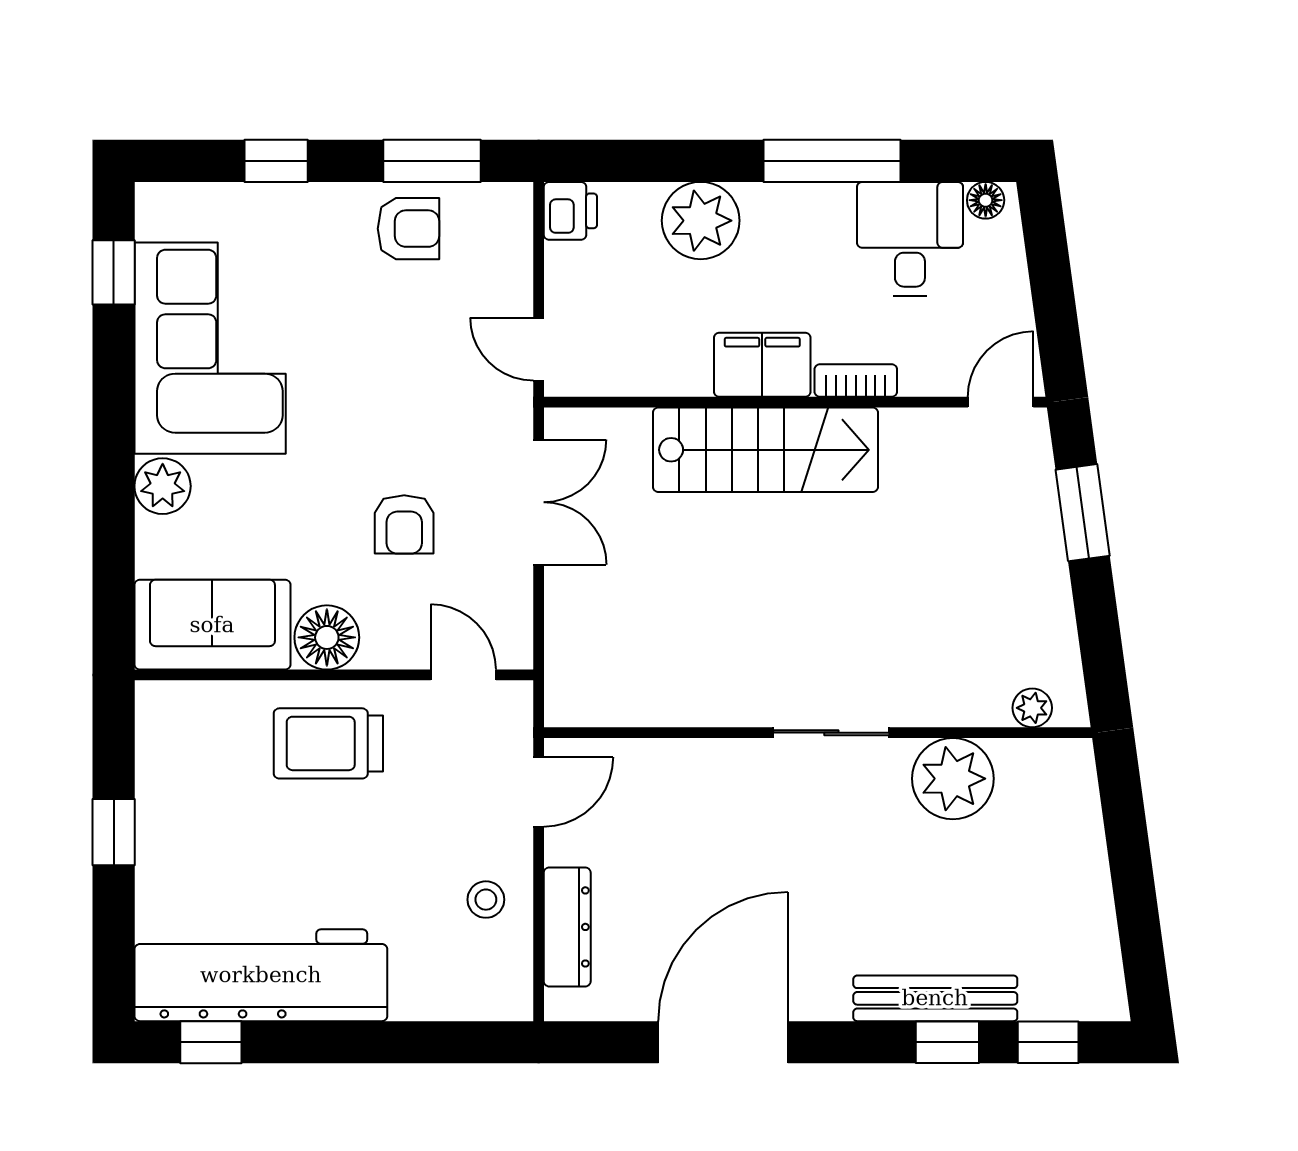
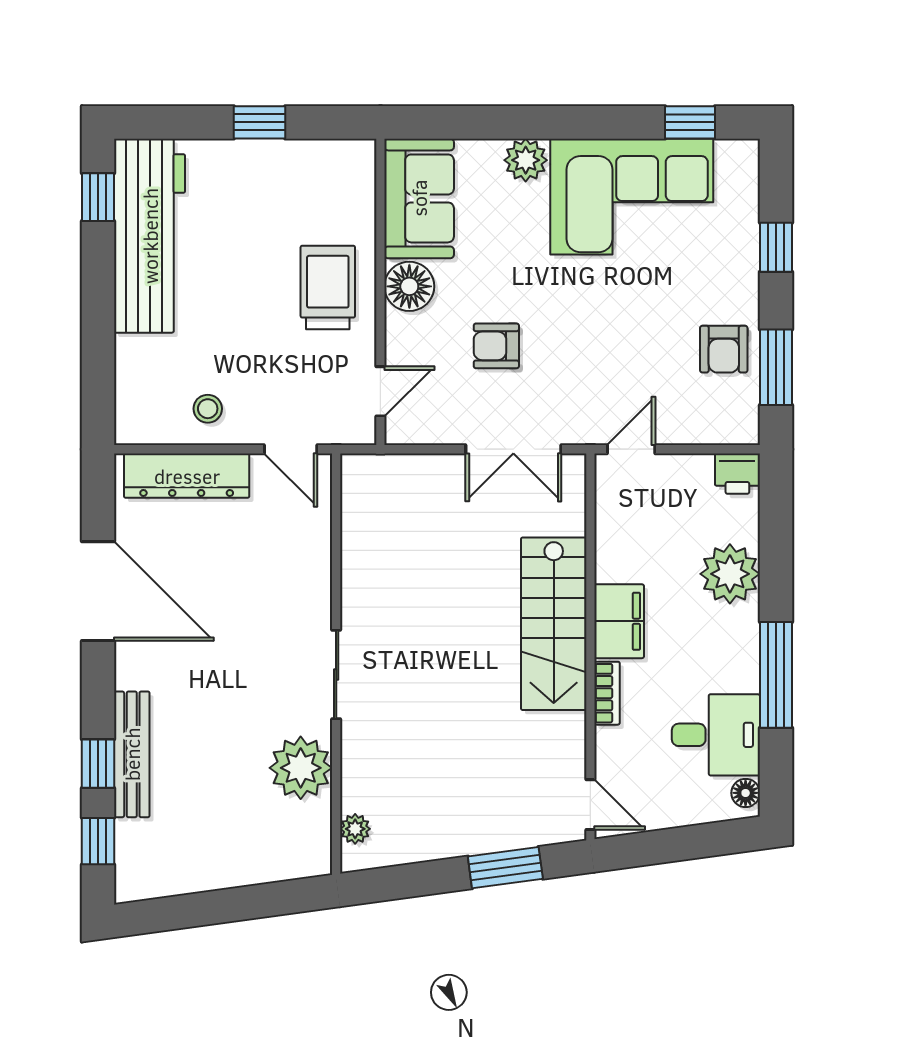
dresser: (567, 927) -> (187, 476), width x1.37, depth x1.24

